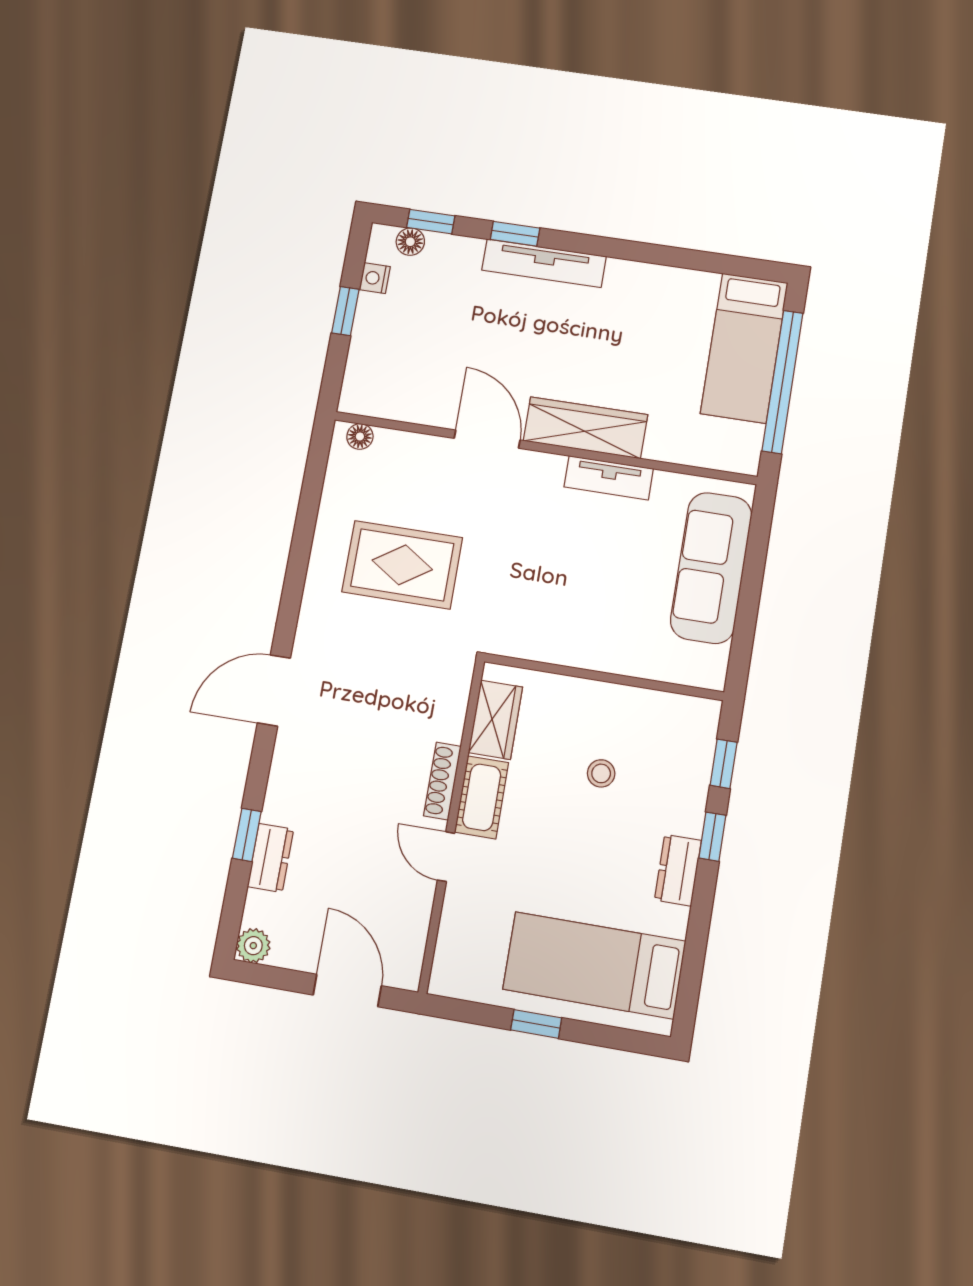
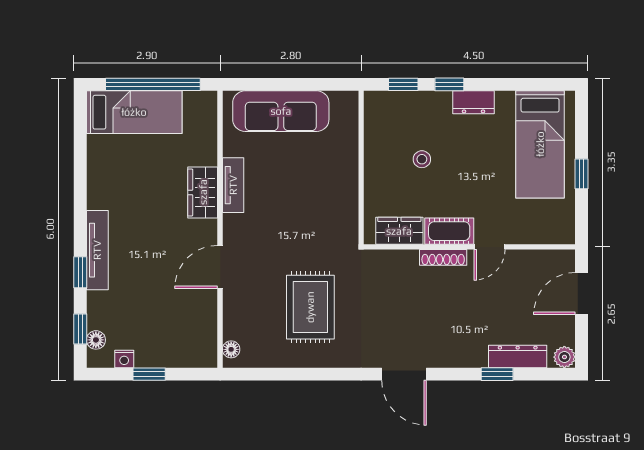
wardrobe: (585, 428) -> (203, 192), width x0.67
dresser: (271, 858) -> (518, 356), width x1.44

